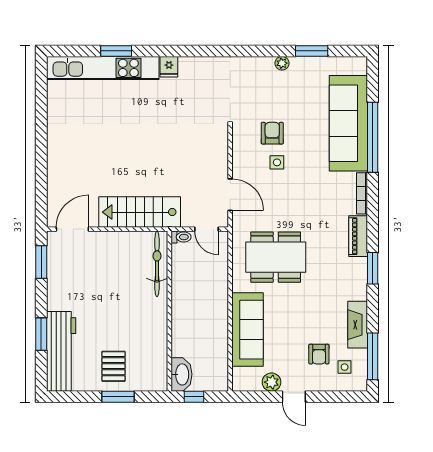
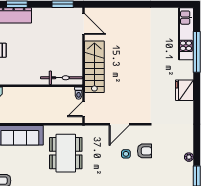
window: (116, 51) -> (197, 52), width x2.11
fridge: (169, 67) -> (184, 90), width x1.88, depth x1.34
kitchen unit: (103, 68) -> (186, 34), width x0.73
door: (230, 195) -> (119, 124), moved

